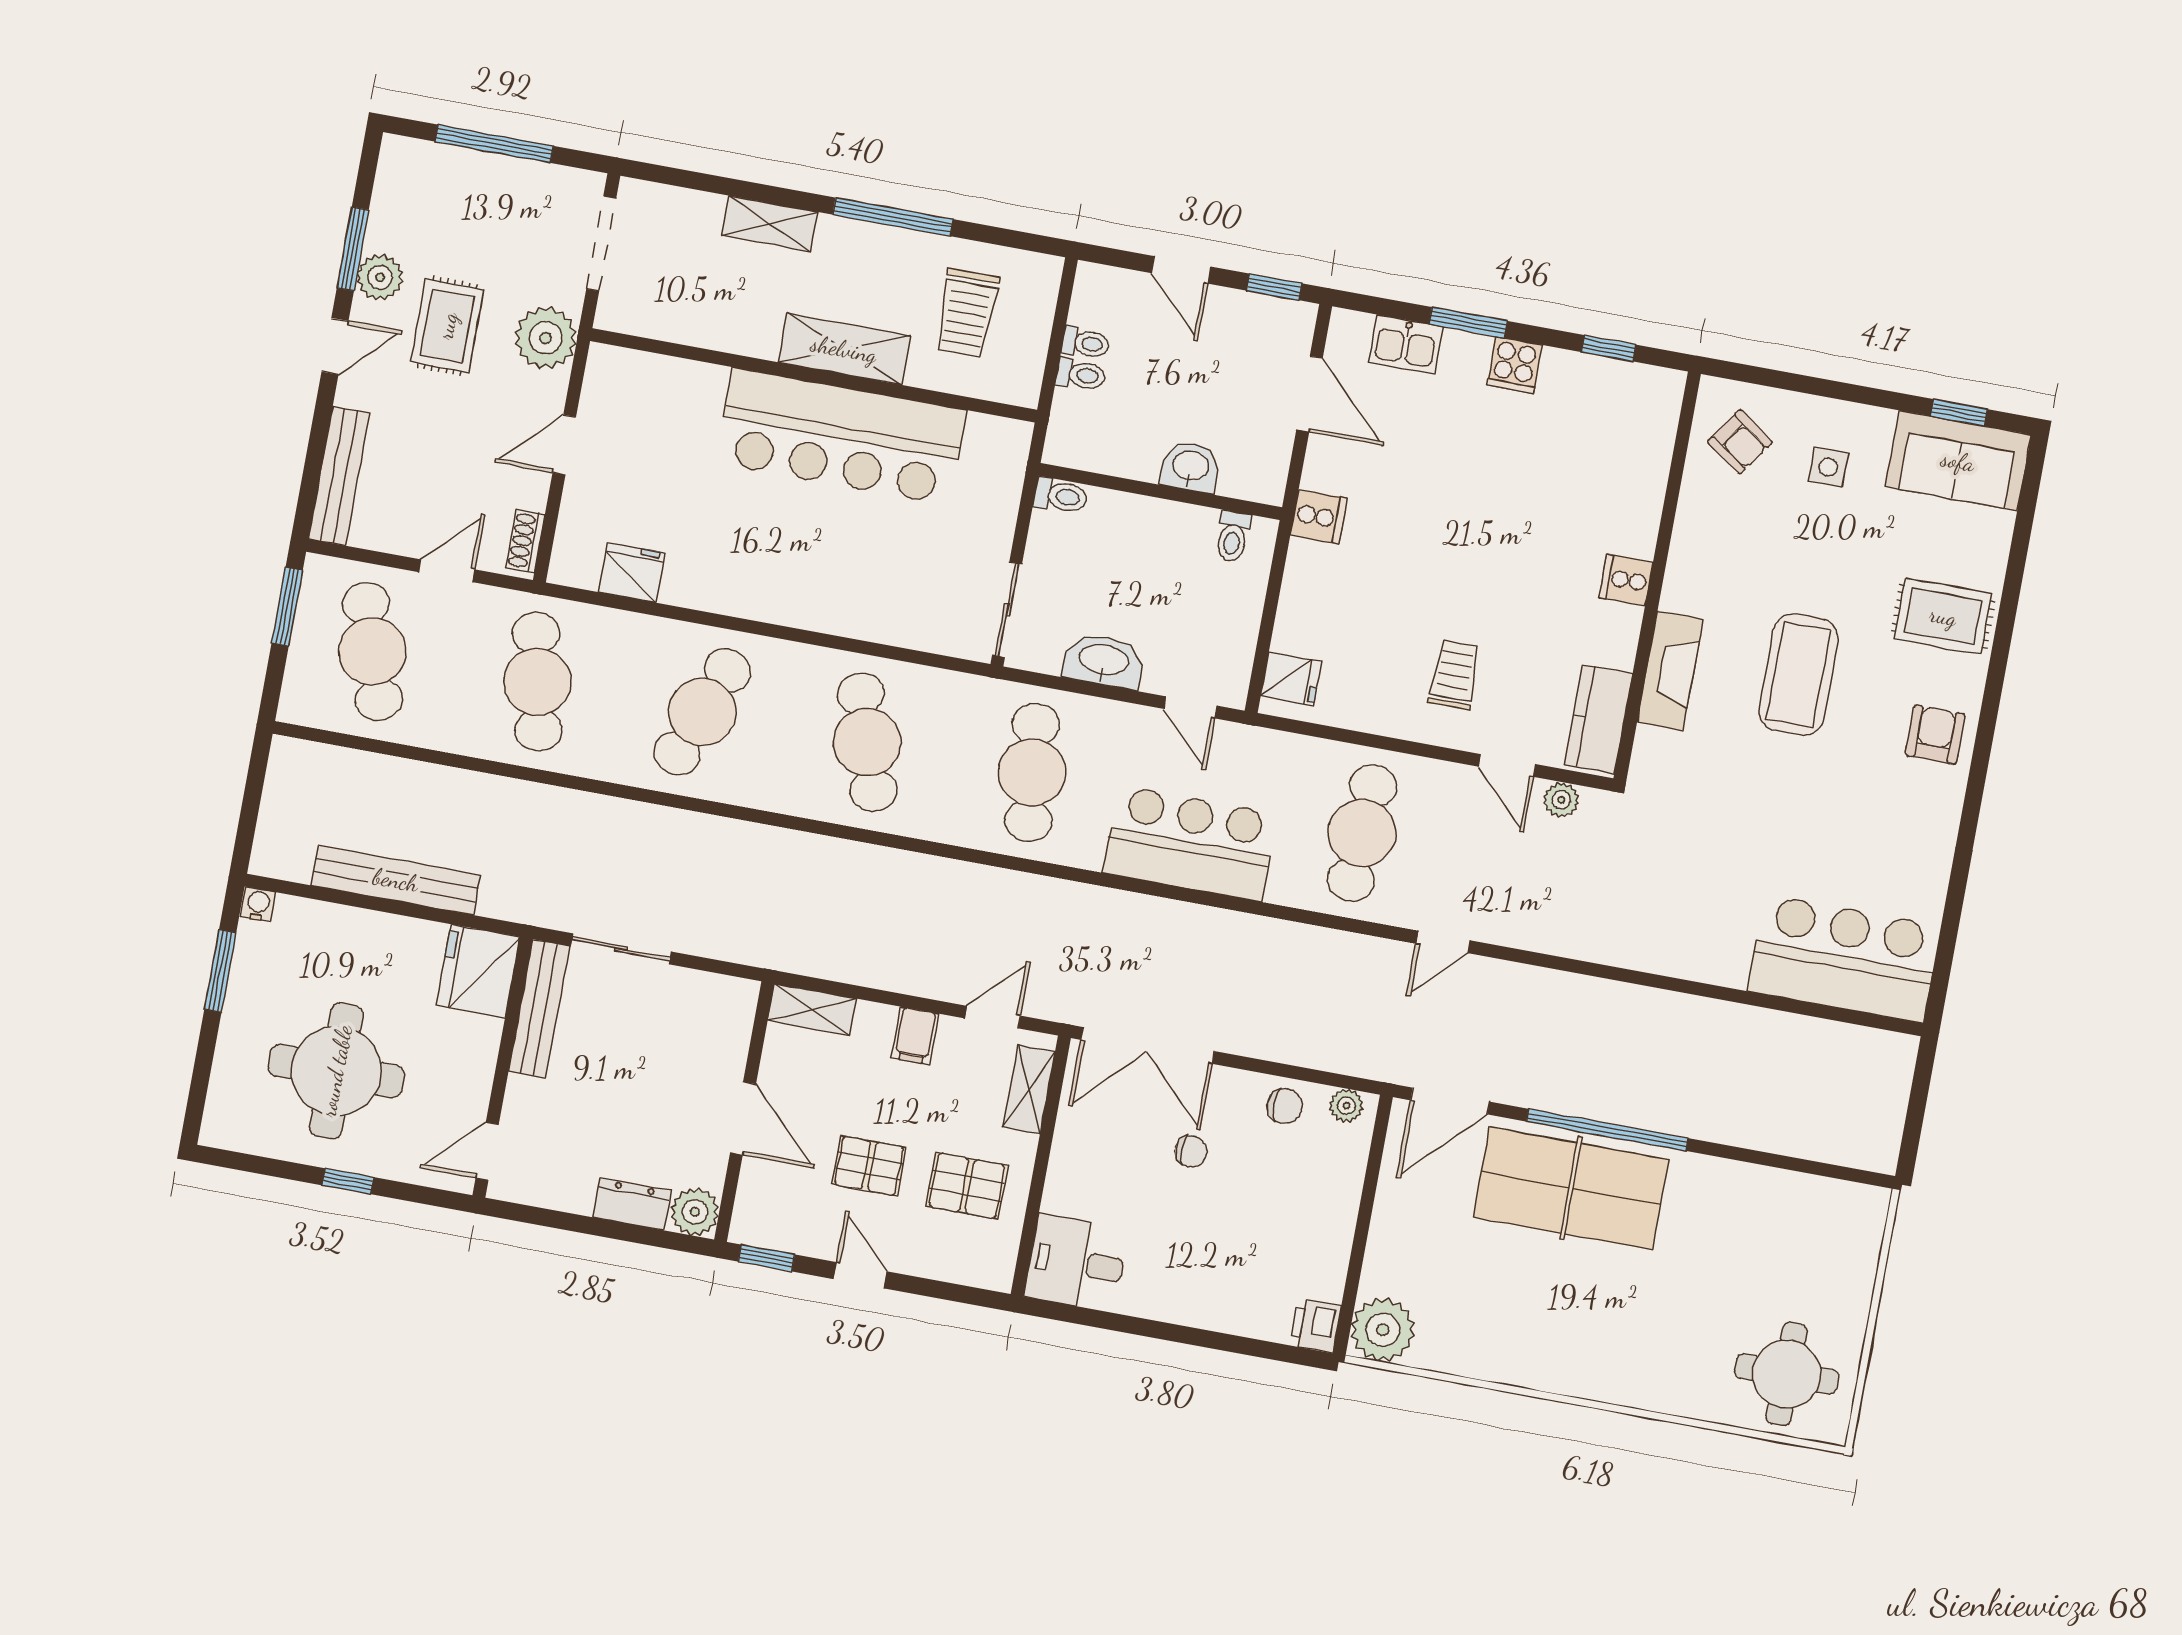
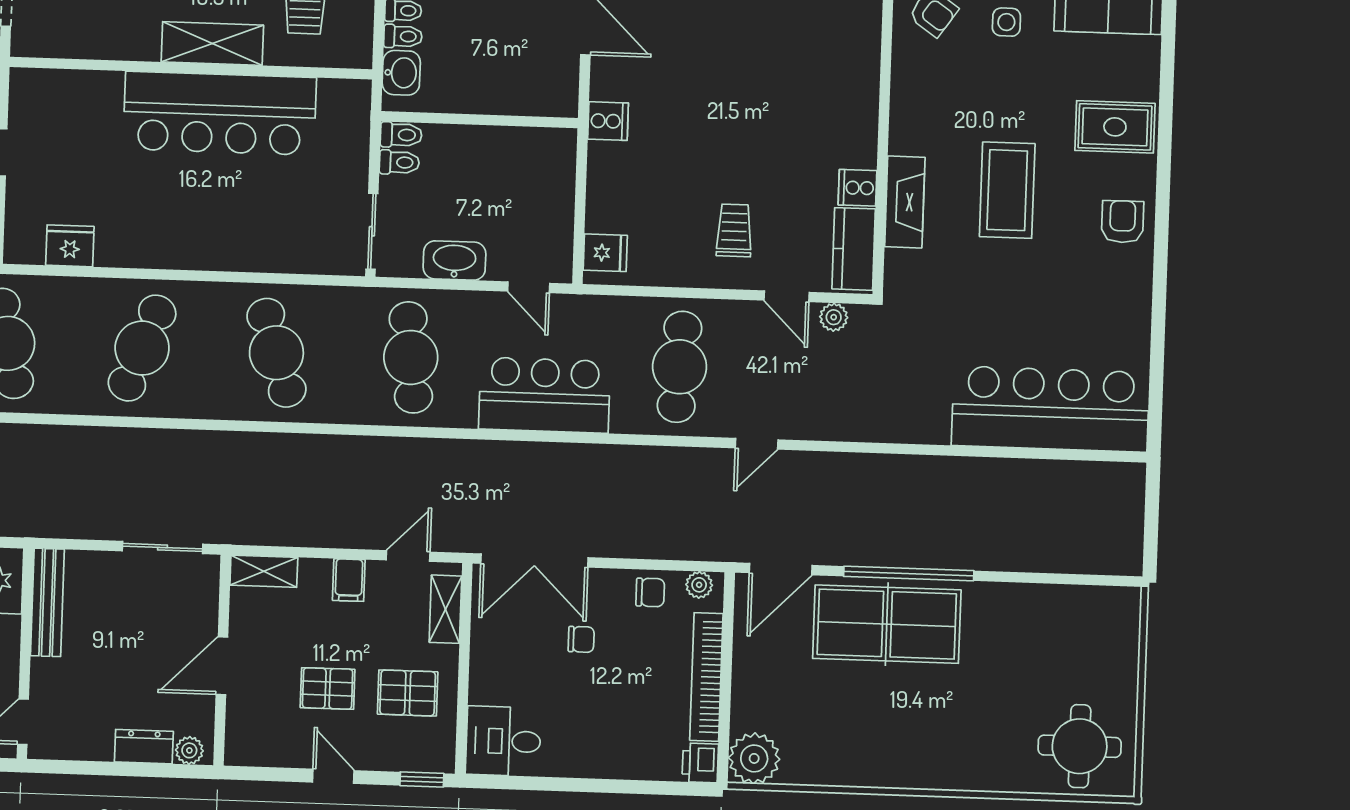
washbasin: (1191, 467) -> (401, 73), moved, turned 90
toilet: (1233, 537) -> (399, 162), moved, turned -90
cooker: (1626, 580) -> (857, 188), moved
sliding door: (621, 949) -> (163, 547), moved
bar counter: (1844, 958) -> (1050, 409), width x1.36
door: (743, 1118) -> (222, 666), swing flipped
plant: (695, 1212) -> (189, 750), width x0.73, depth x0.73
bookcase: (1339, 1221) -> (706, 677), added
window: (766, 1258) -> (422, 779), moved

